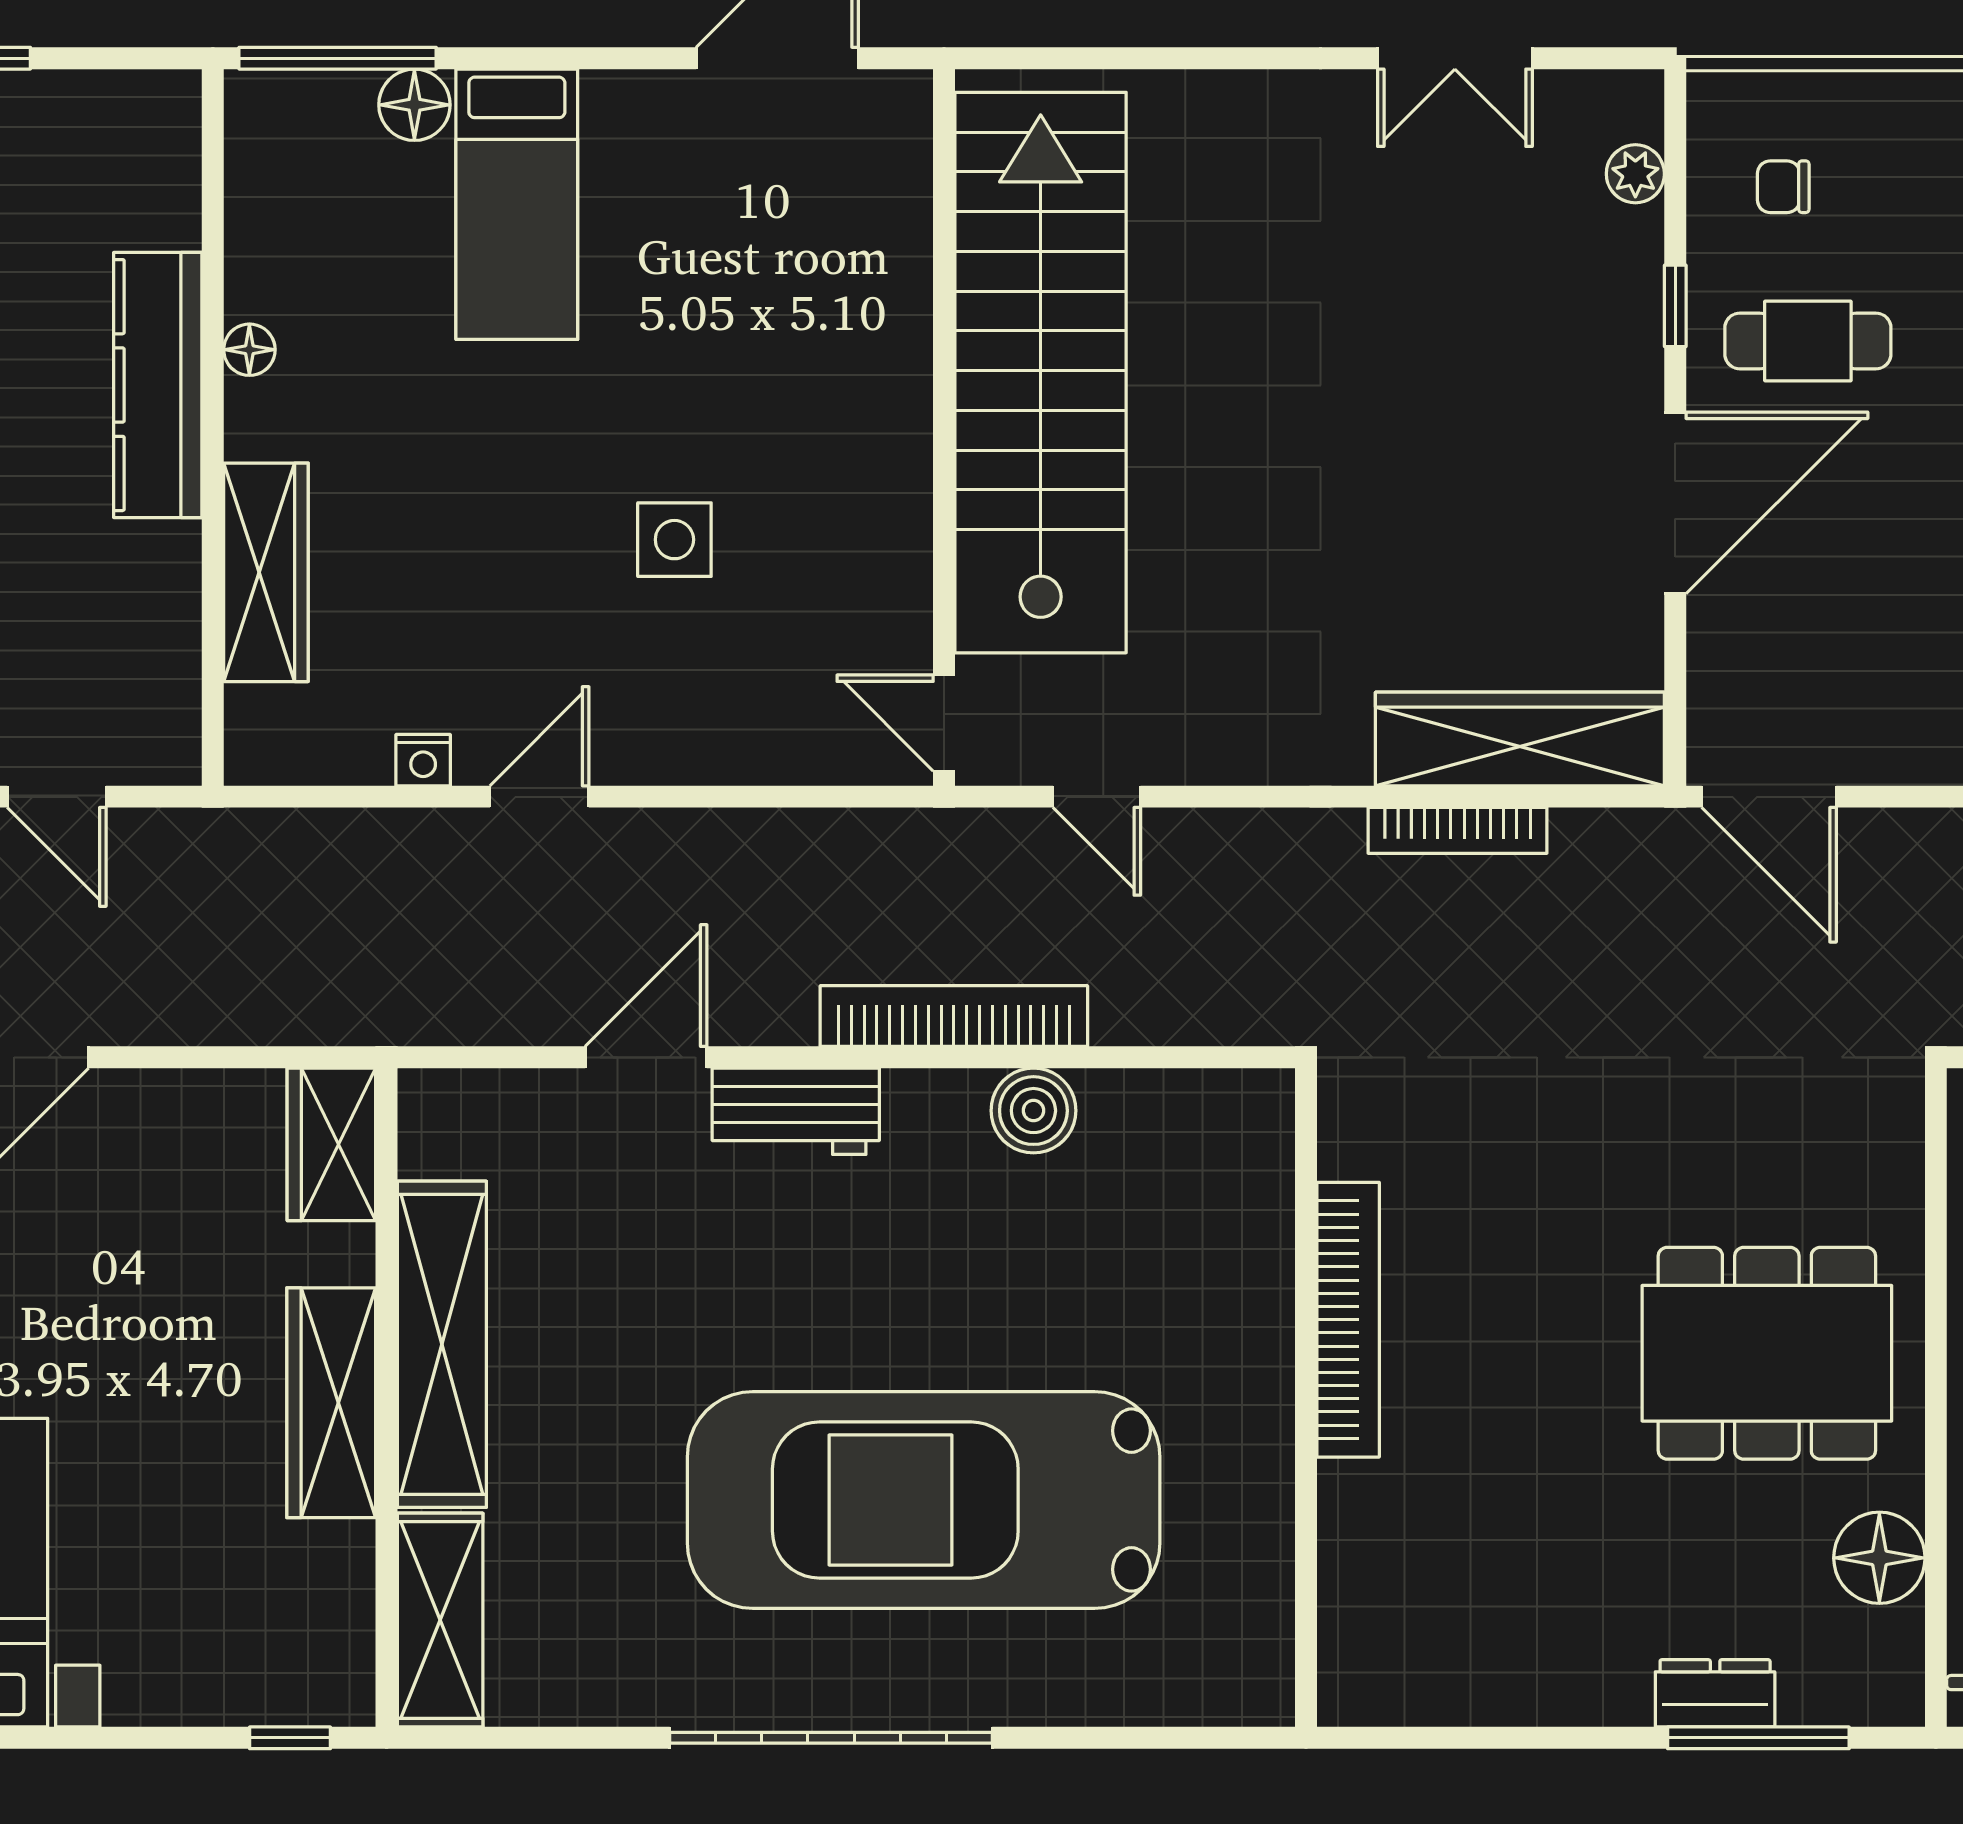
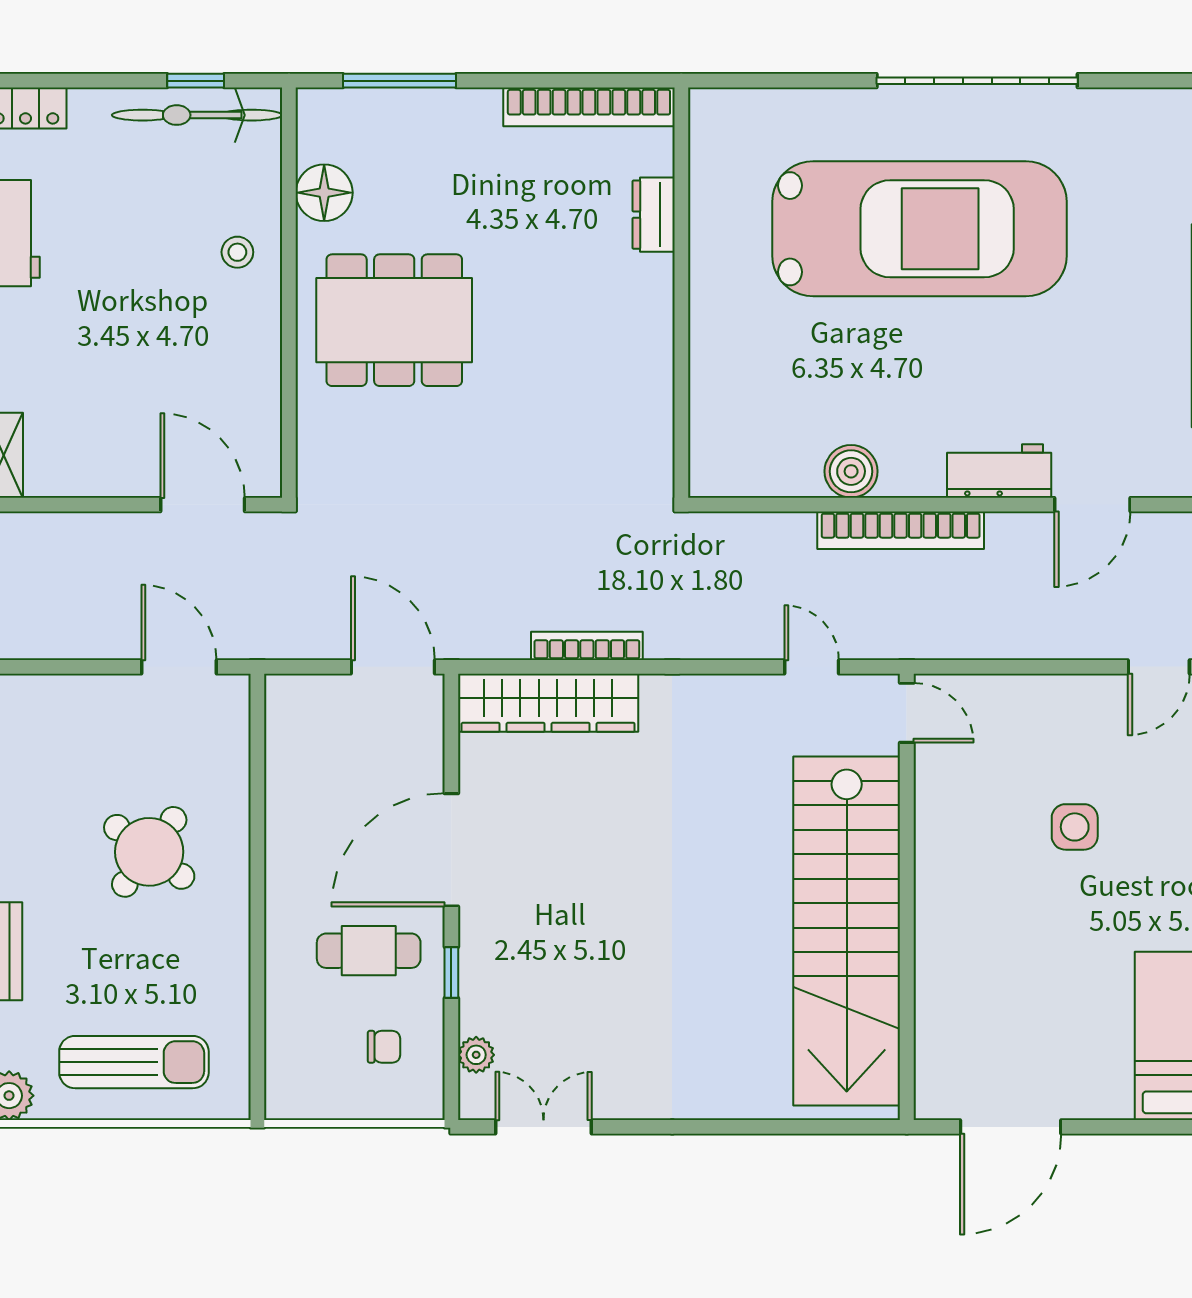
double door: (1455, 58) -> (544, 1127), moved
bookcase: (1348, 1320) -> (589, 107), moved, turned -90
dresser: (1715, 1693) -> (654, 215), moved, turned 90

